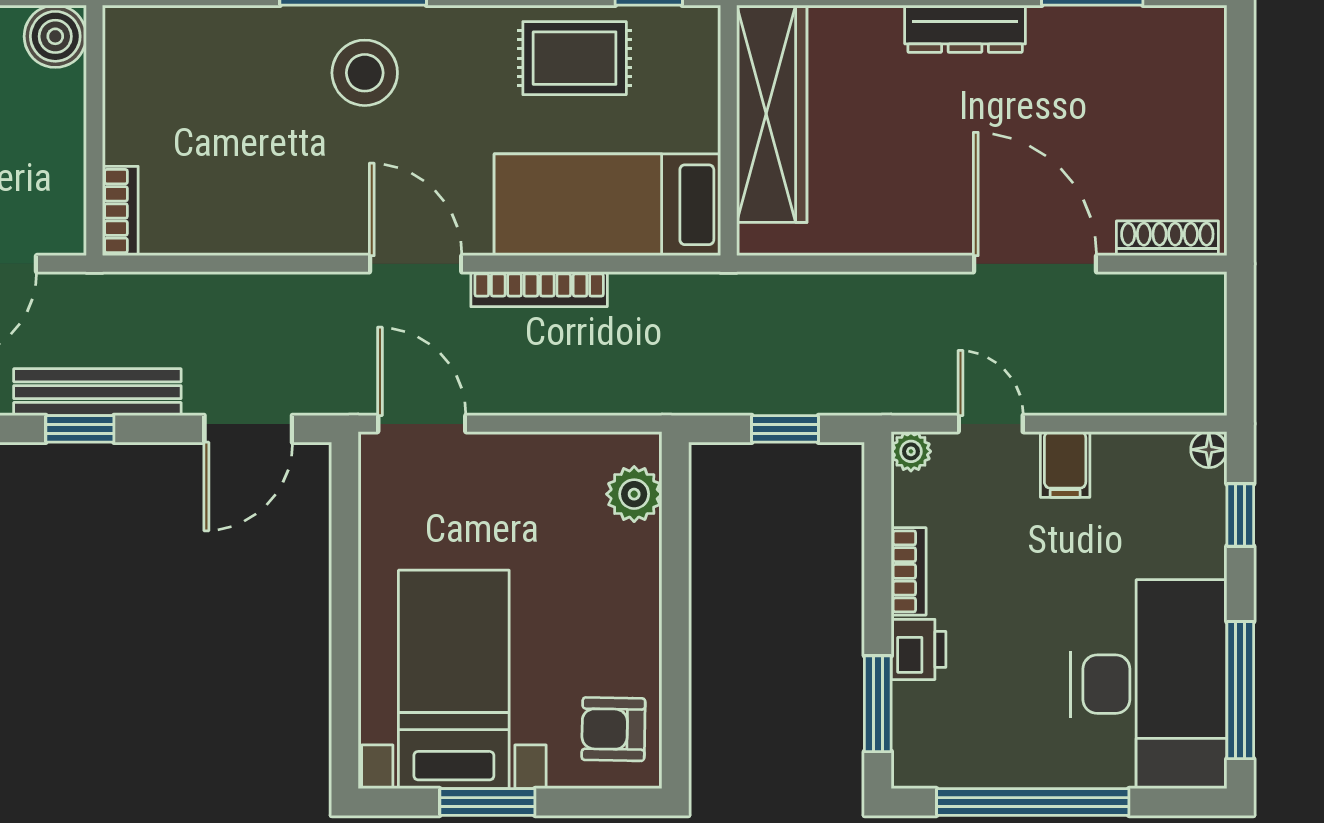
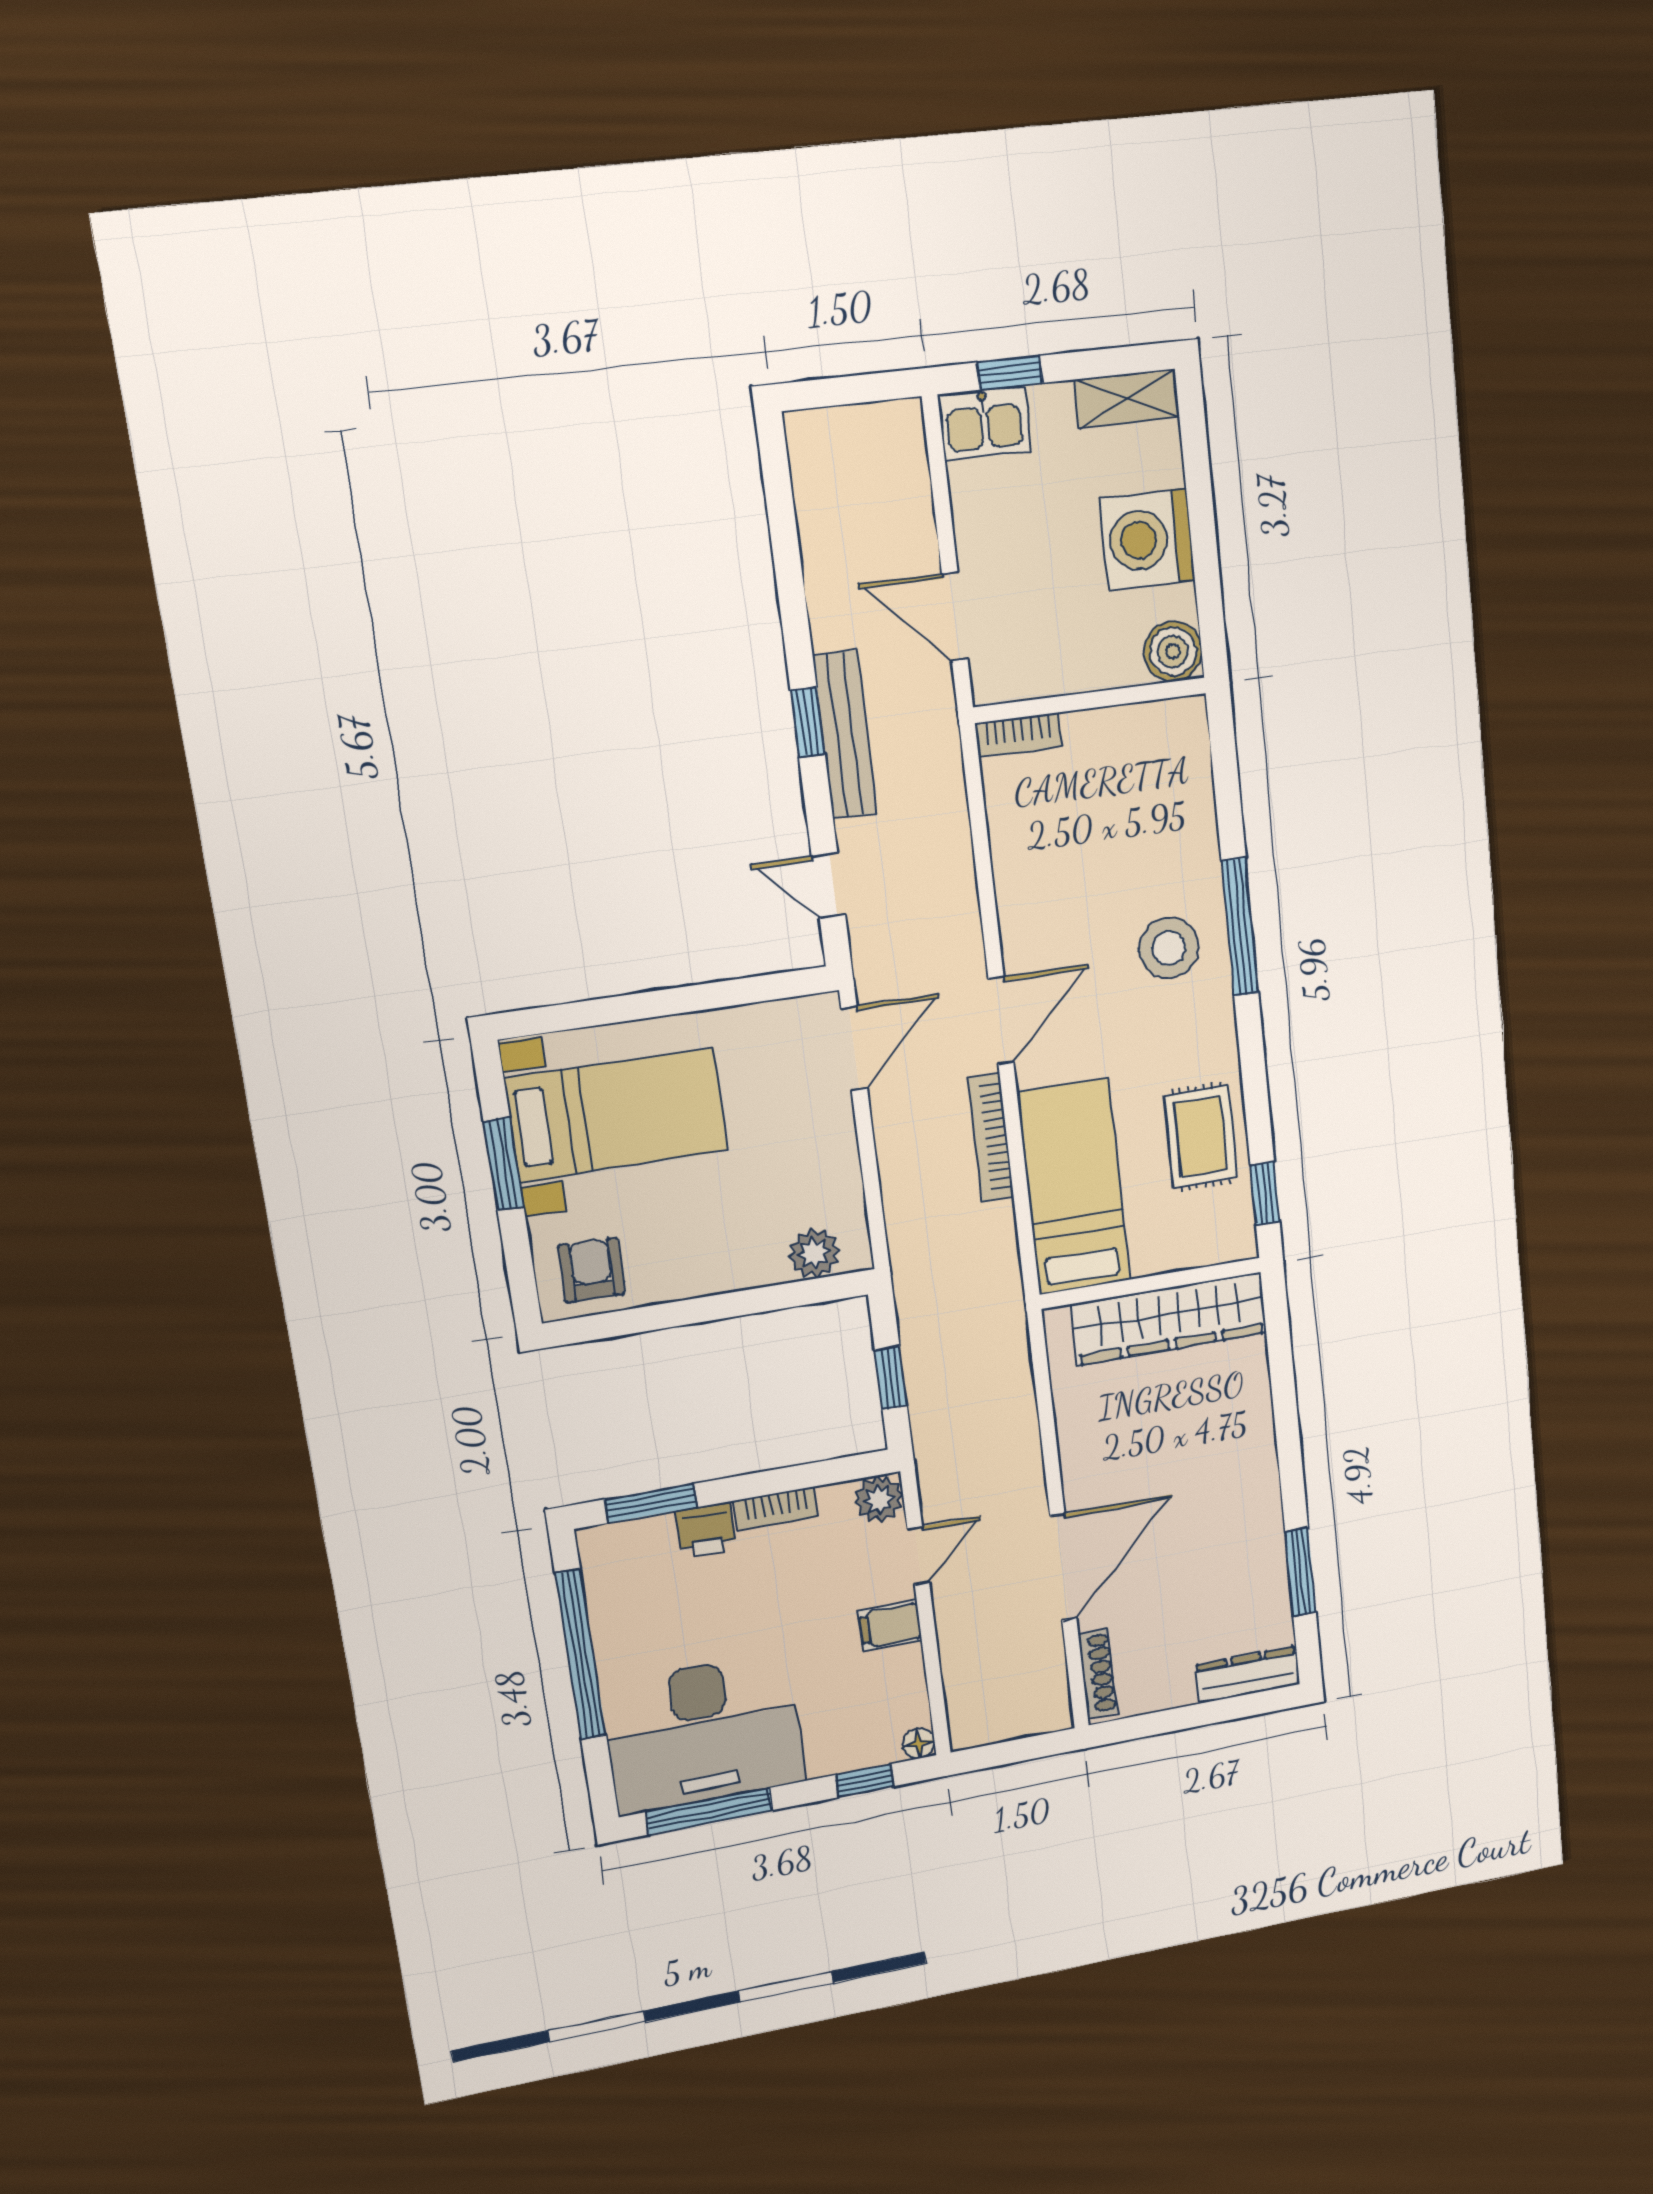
dresser: (965, 29) -> (1247, 1675), moved, turned 90
door: (248, 429) -> (828, 885), width x0.73
plant: (911, 451) -> (879, 1499), width x1.38, depth x1.38

